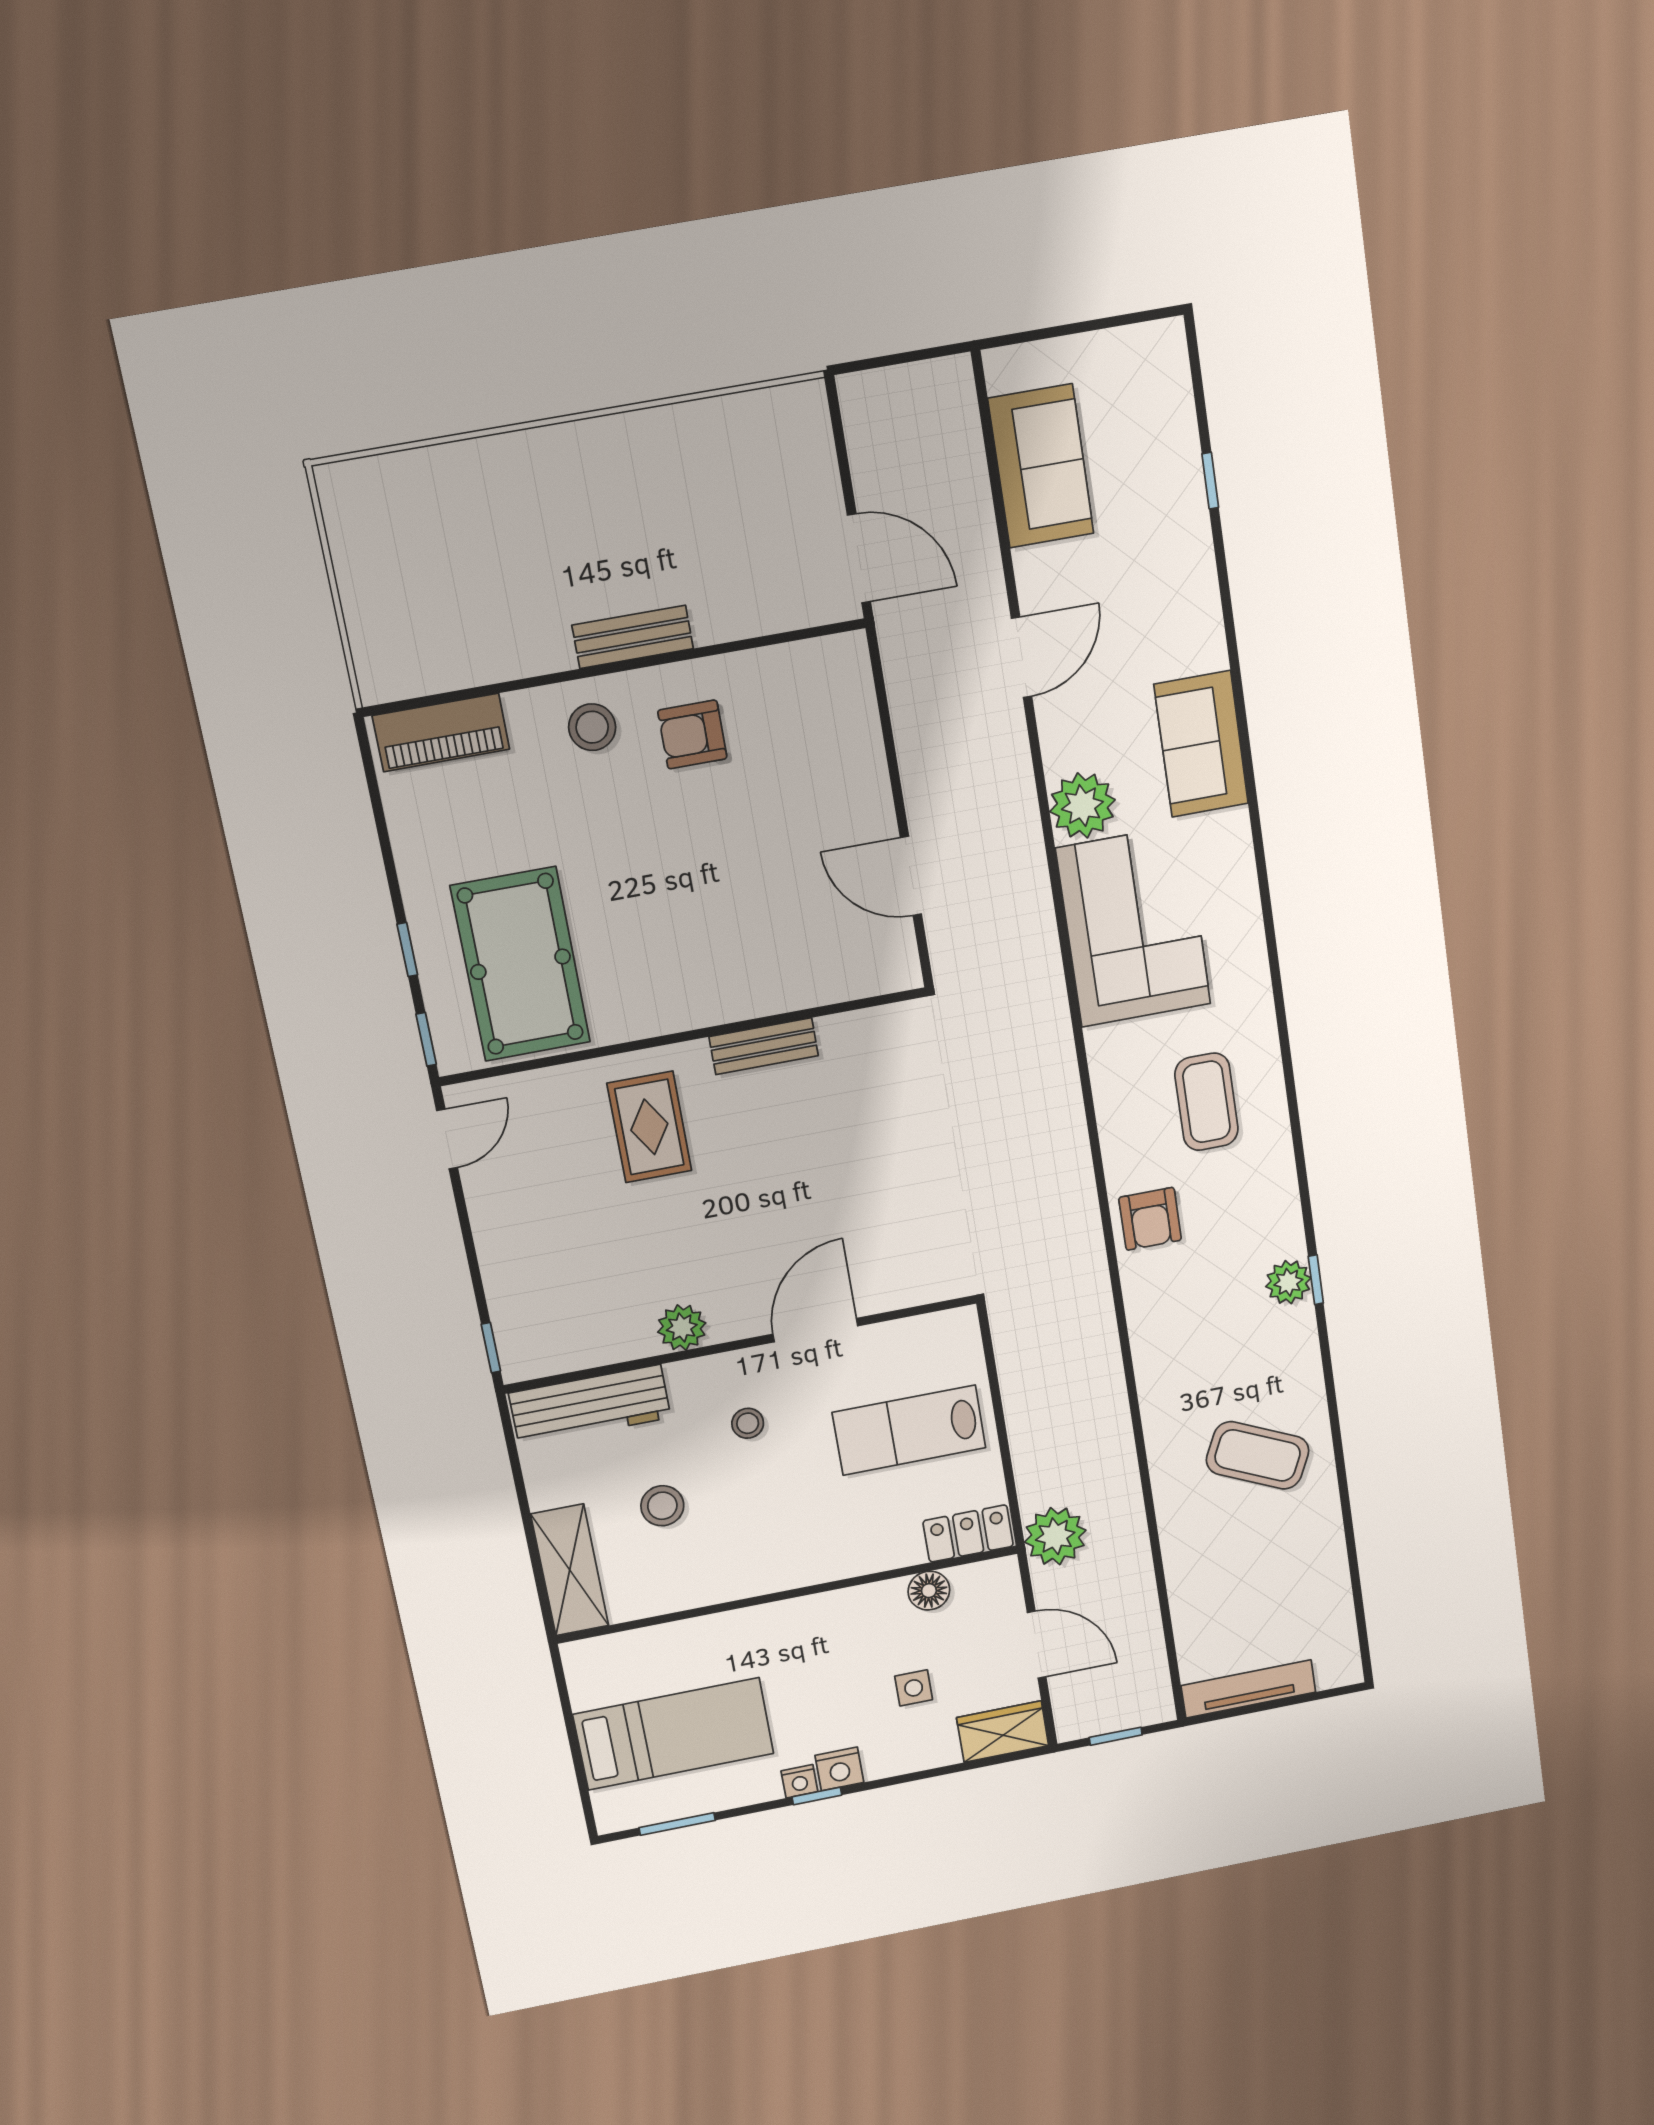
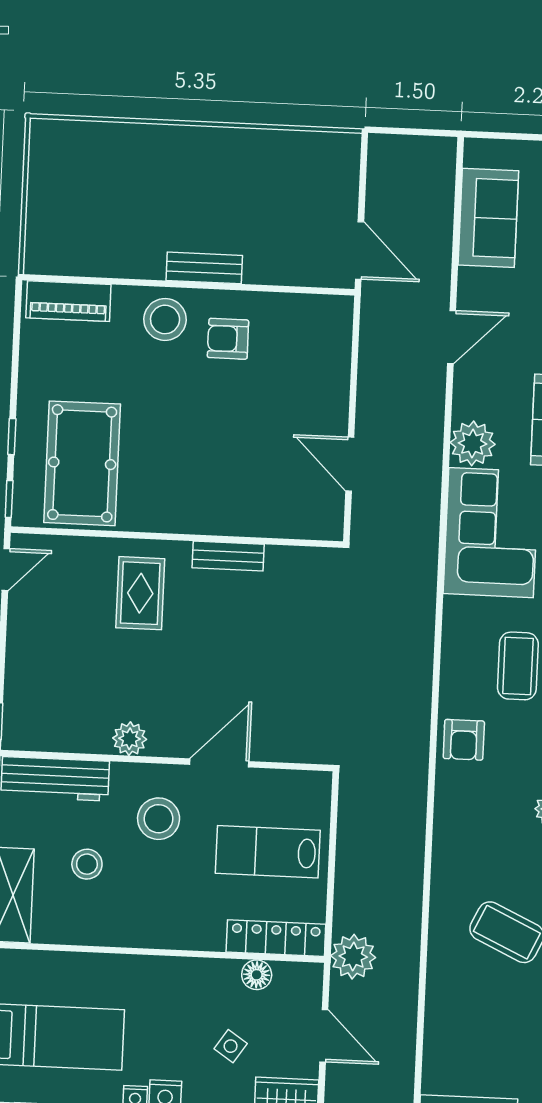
stool: (592, 727) -> (165, 319), width x1.38, depth x1.38
stool: (748, 1423) -> (159, 819), width x1.89, depth x1.89
locker: (968, 1533) -> (276, 938), width x1.53
side table: (914, 1688) -> (231, 1046), turned 34

